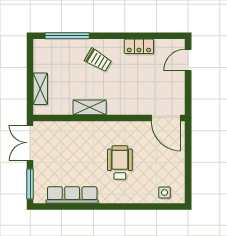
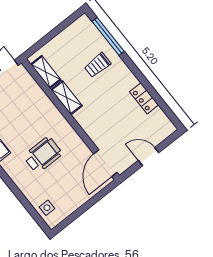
trolley: (98, 60) -> (98, 65), moved, turned 59
door: (188, 60) -> (149, 157), moved
shelving: (40, 89) -> (46, 72), moved, turned 90

